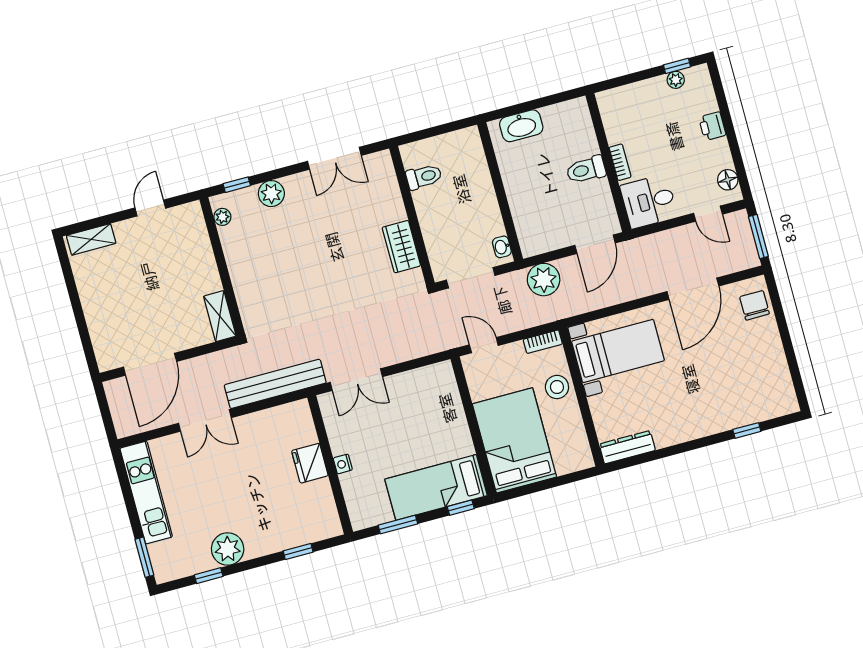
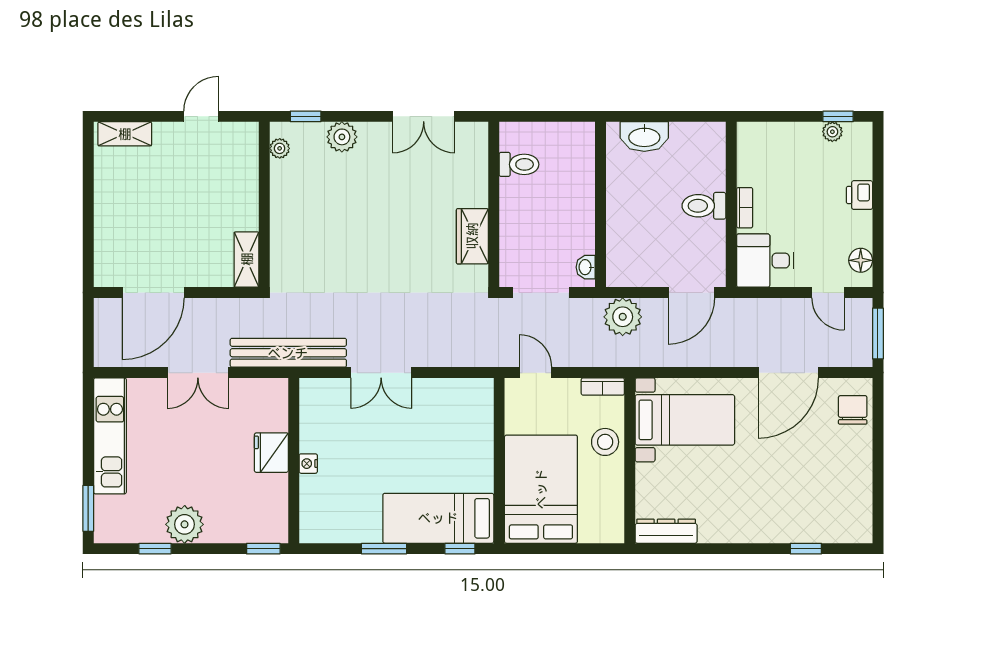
fridge: (310, 463) -> (271, 453), moved
nightstand: (343, 464) -> (308, 464), moved
wall: (330, 465) -> (294, 461), moved

